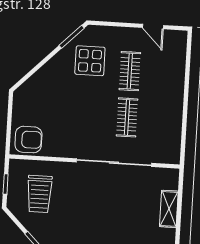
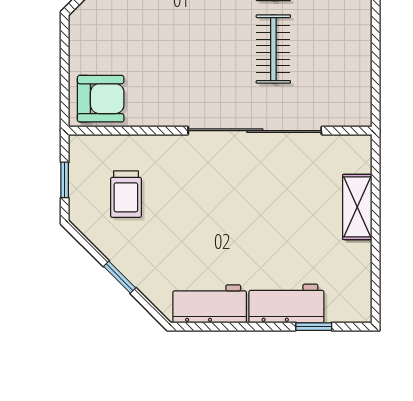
trolley: (39, 194) -> (126, 194), width x0.73, depth x0.72

